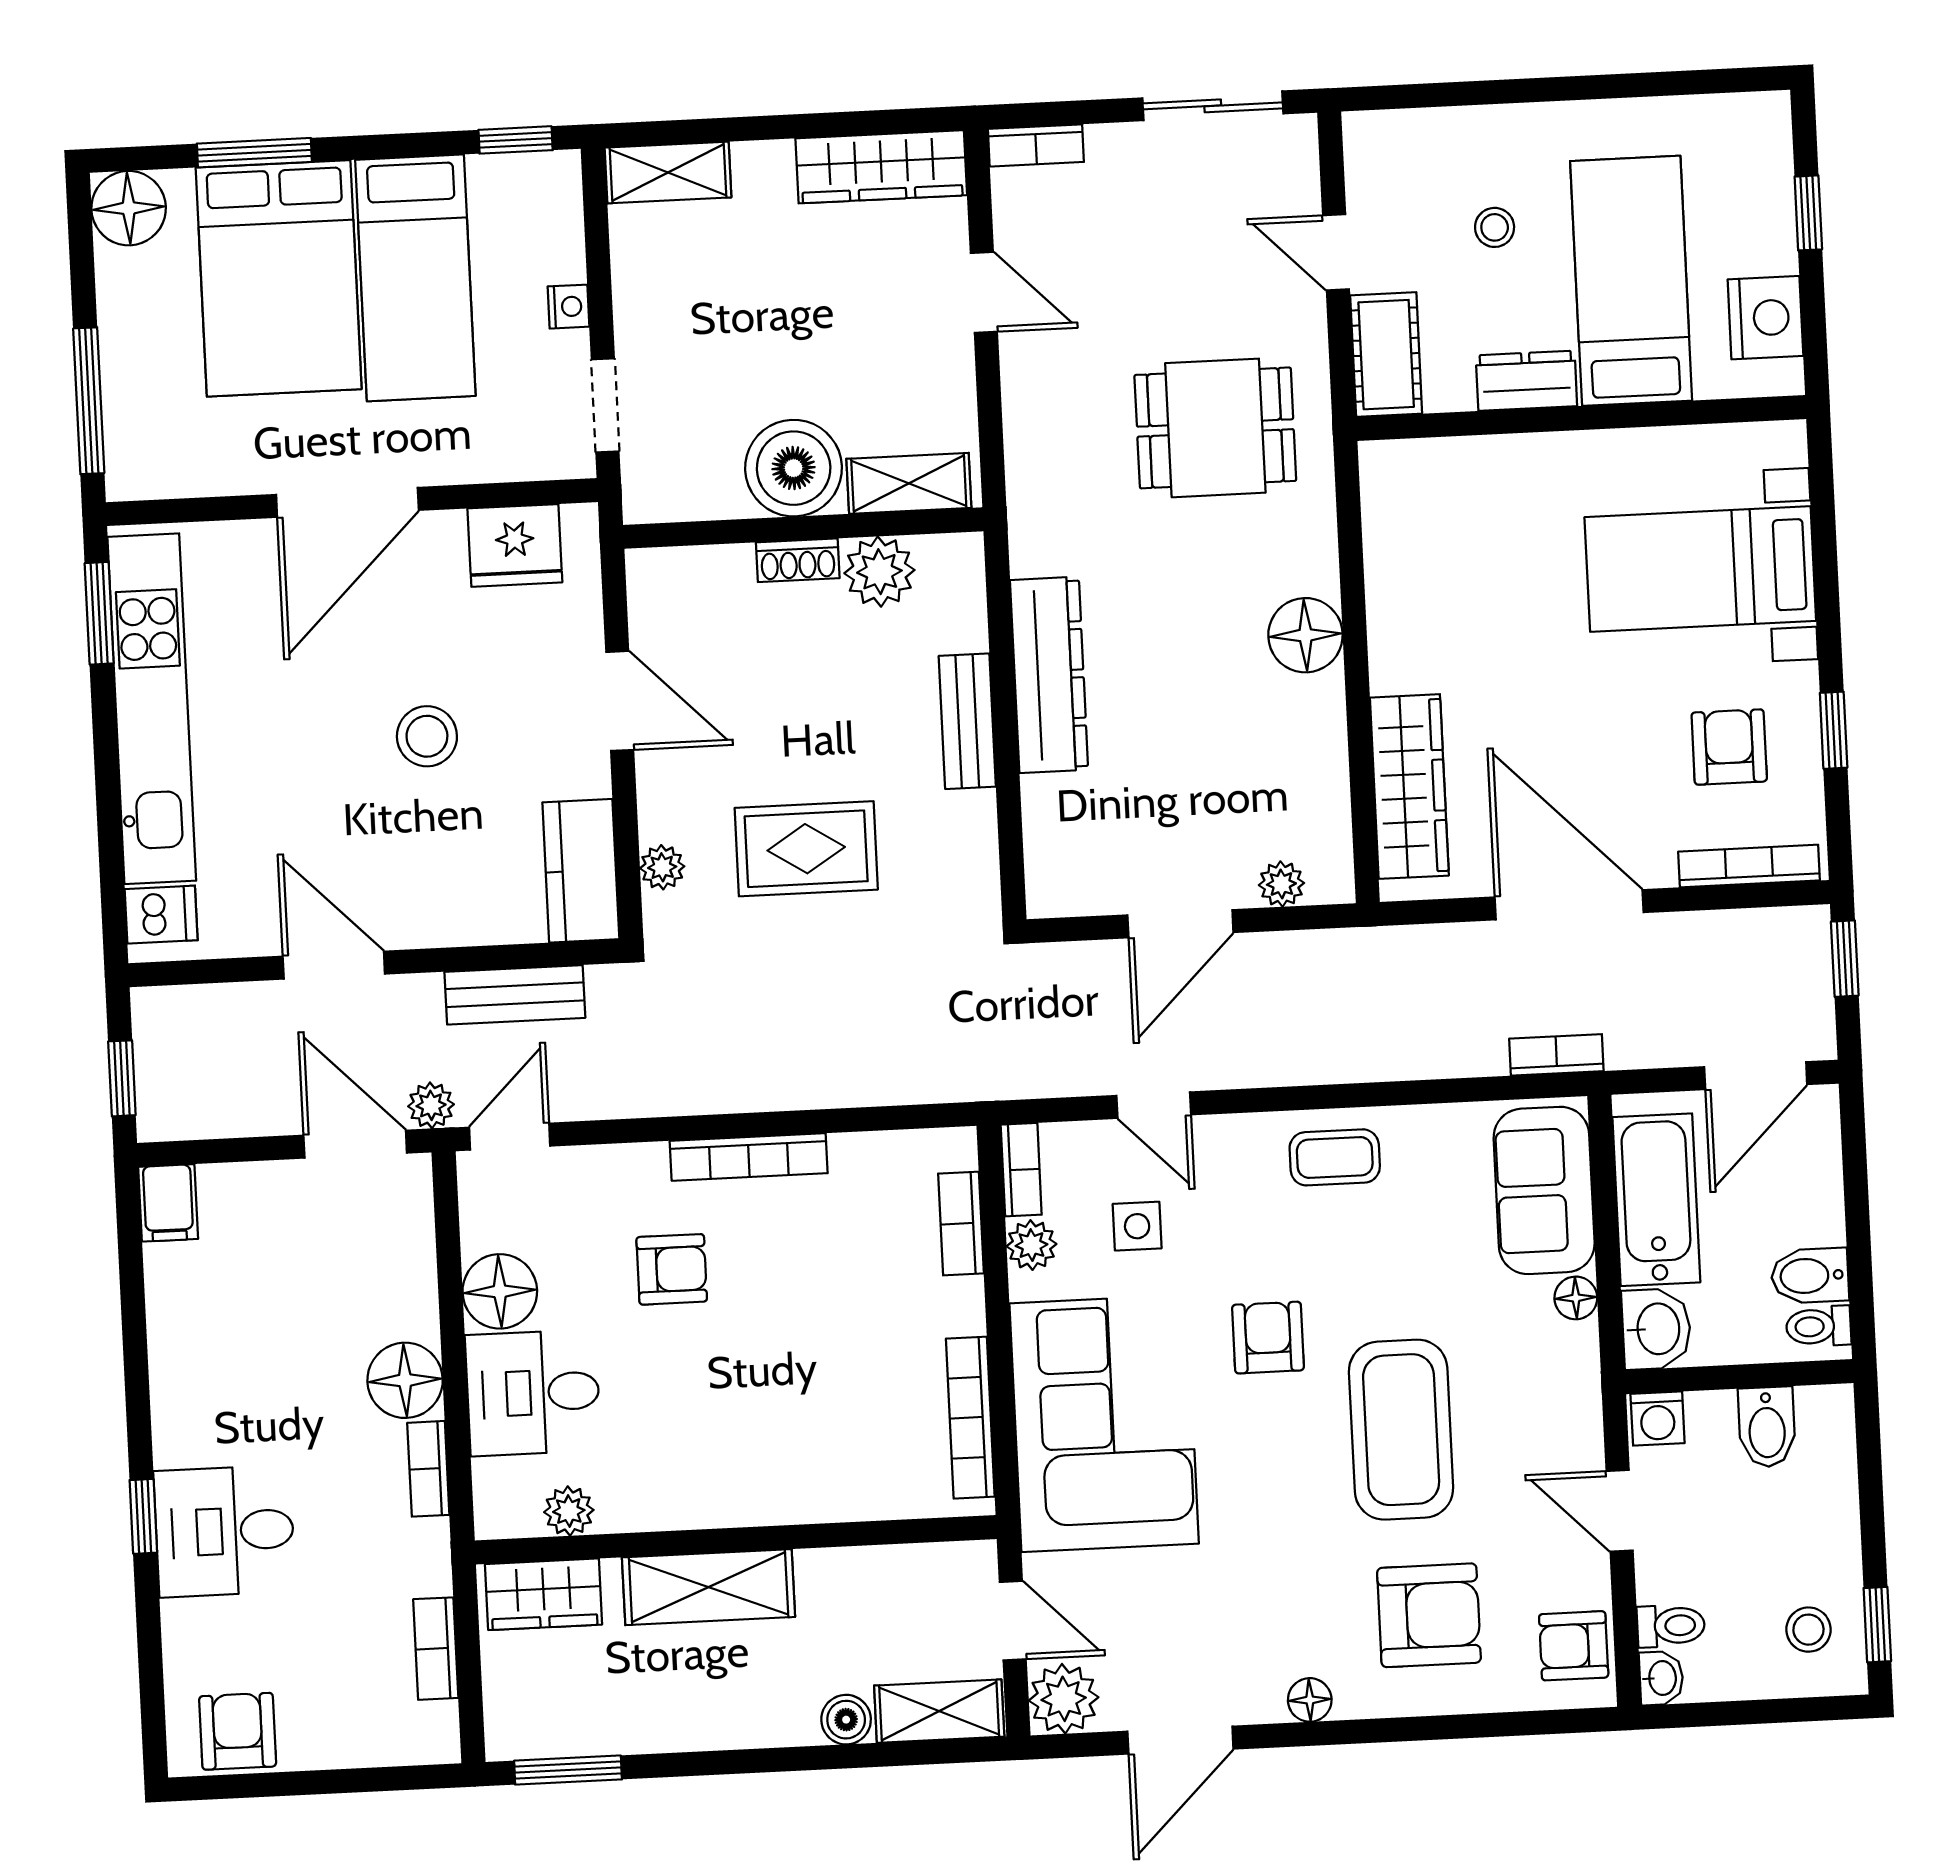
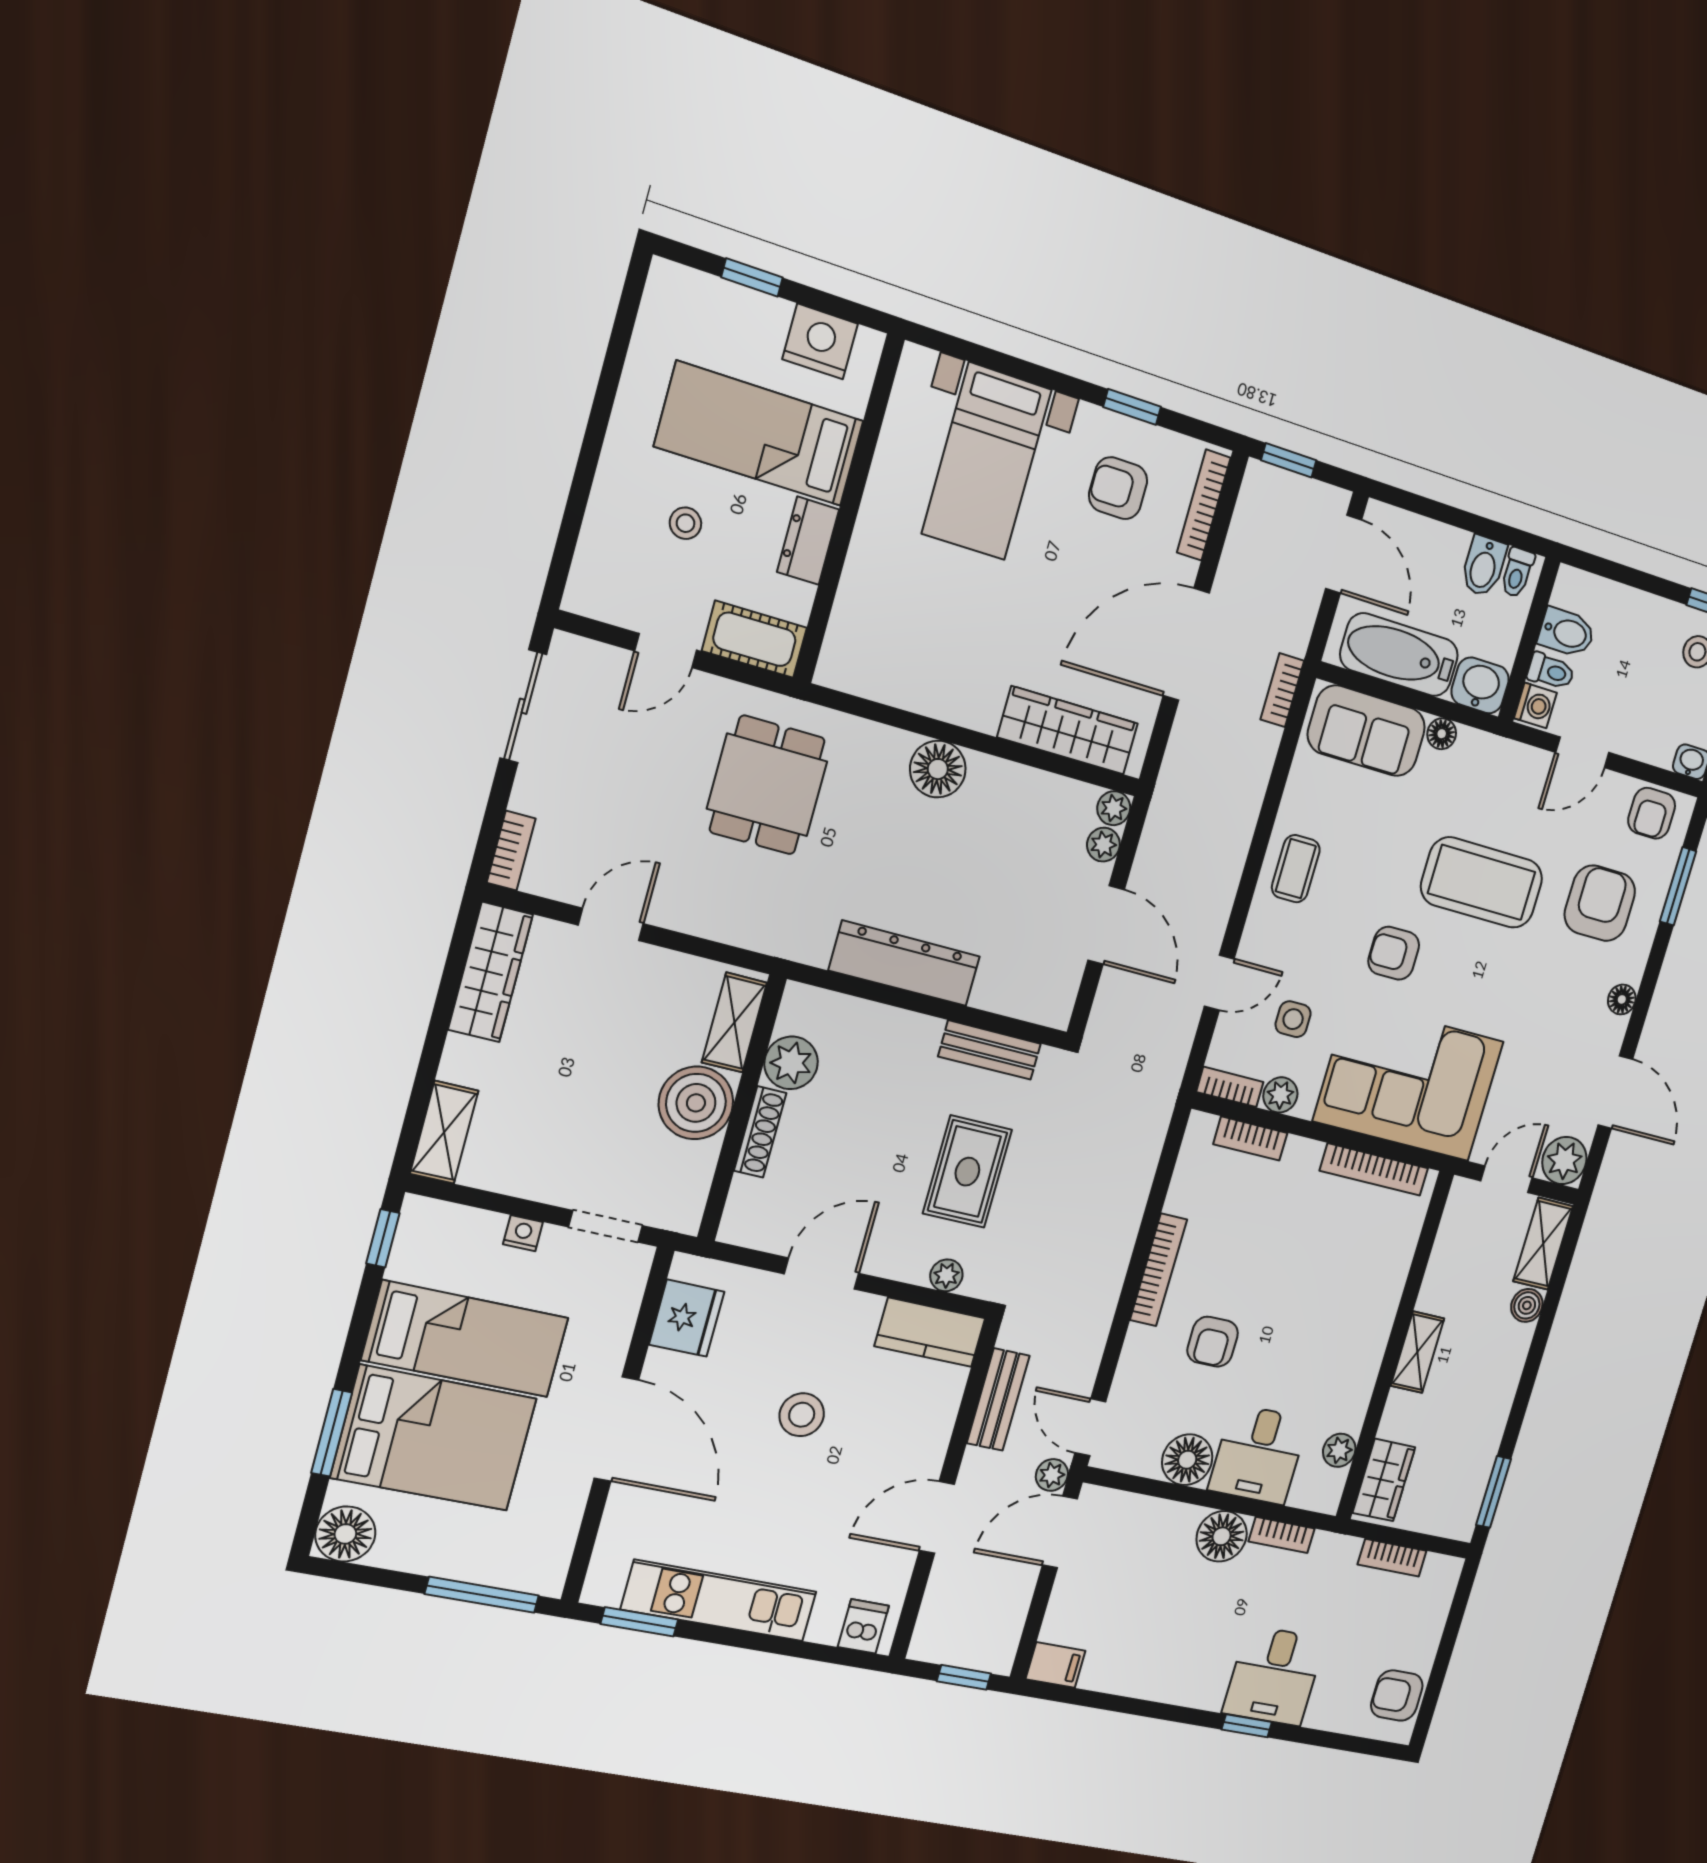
shoe rack: (798, 560) -> (760, 1132), width x1.43
kitchen unit: (152, 709) -> (719, 1601), width x0.73
bench: (967, 721) -> (990, 1050), moved
plant: (1332, 881) -> (1114, 808), added
armchair: (672, 1269) -> (1213, 1342), turned 180
shelving: (709, 1587) -> (1417, 1352), width x0.67, depth x0.75
toilet: (1671, 1626) -> (1551, 671), moved, turned 90
window: (1489, 1725) -> (1678, 886), added

